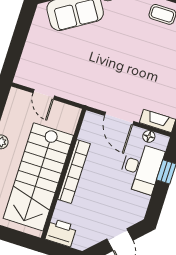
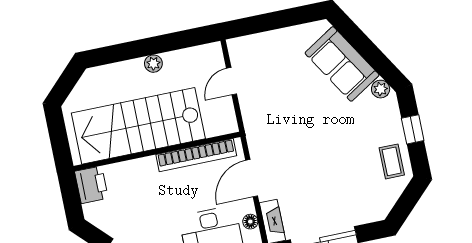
bookcase: (74, 172) -> (196, 155), moved

